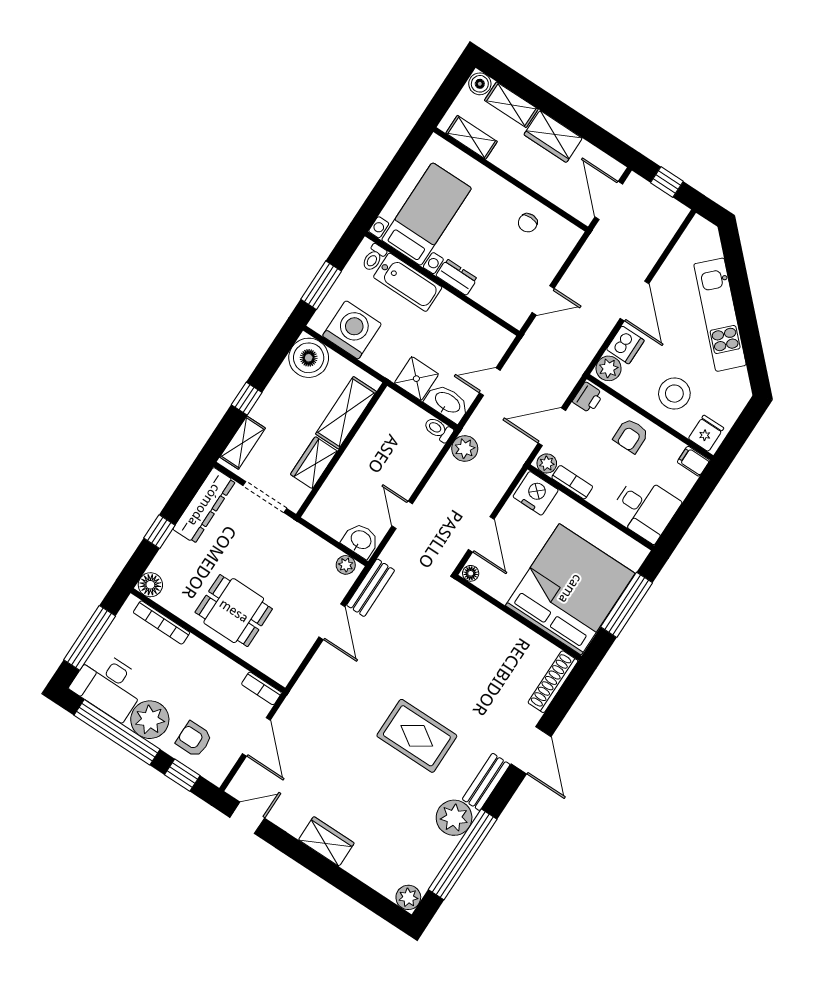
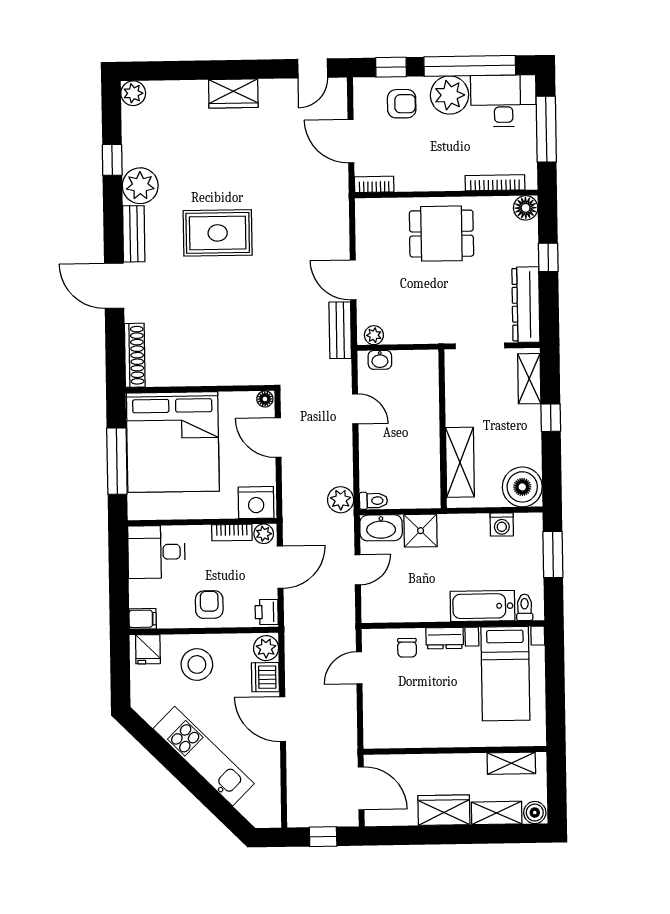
chair: (528, 223) -> (407, 648), moved, turned 180
washing machine: (352, 330) -> (502, 524), width x0.53, depth x0.53
wardrobe: (314, 463) -> (458, 402), removed
washbasin: (361, 540) -> (380, 360), width x0.72, depth x0.69
window: (463, 854) -> (112, 160), width x0.32

